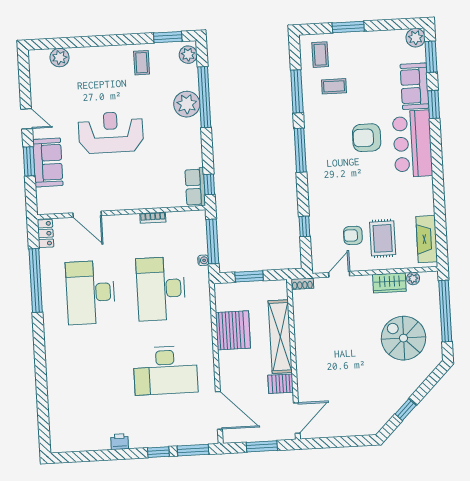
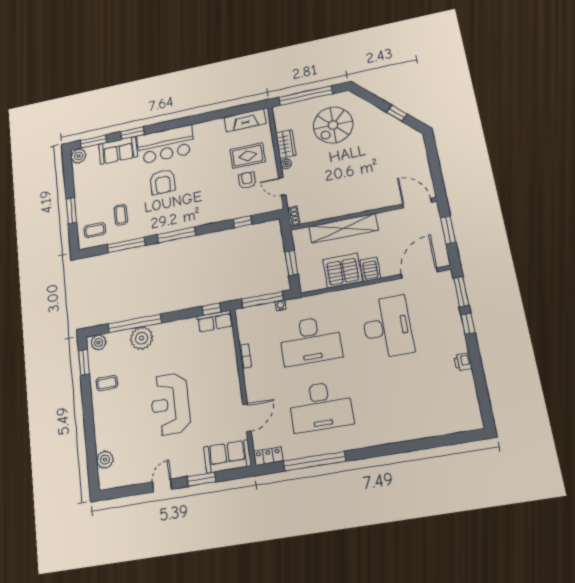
sofa: (48, 162) -> (227, 457), moved
armchair: (353, 235) -> (247, 180), turned 180
plant: (413, 279) -> (286, 164), moved
server rack: (281, 384) -> (370, 269), moved, turned 180

